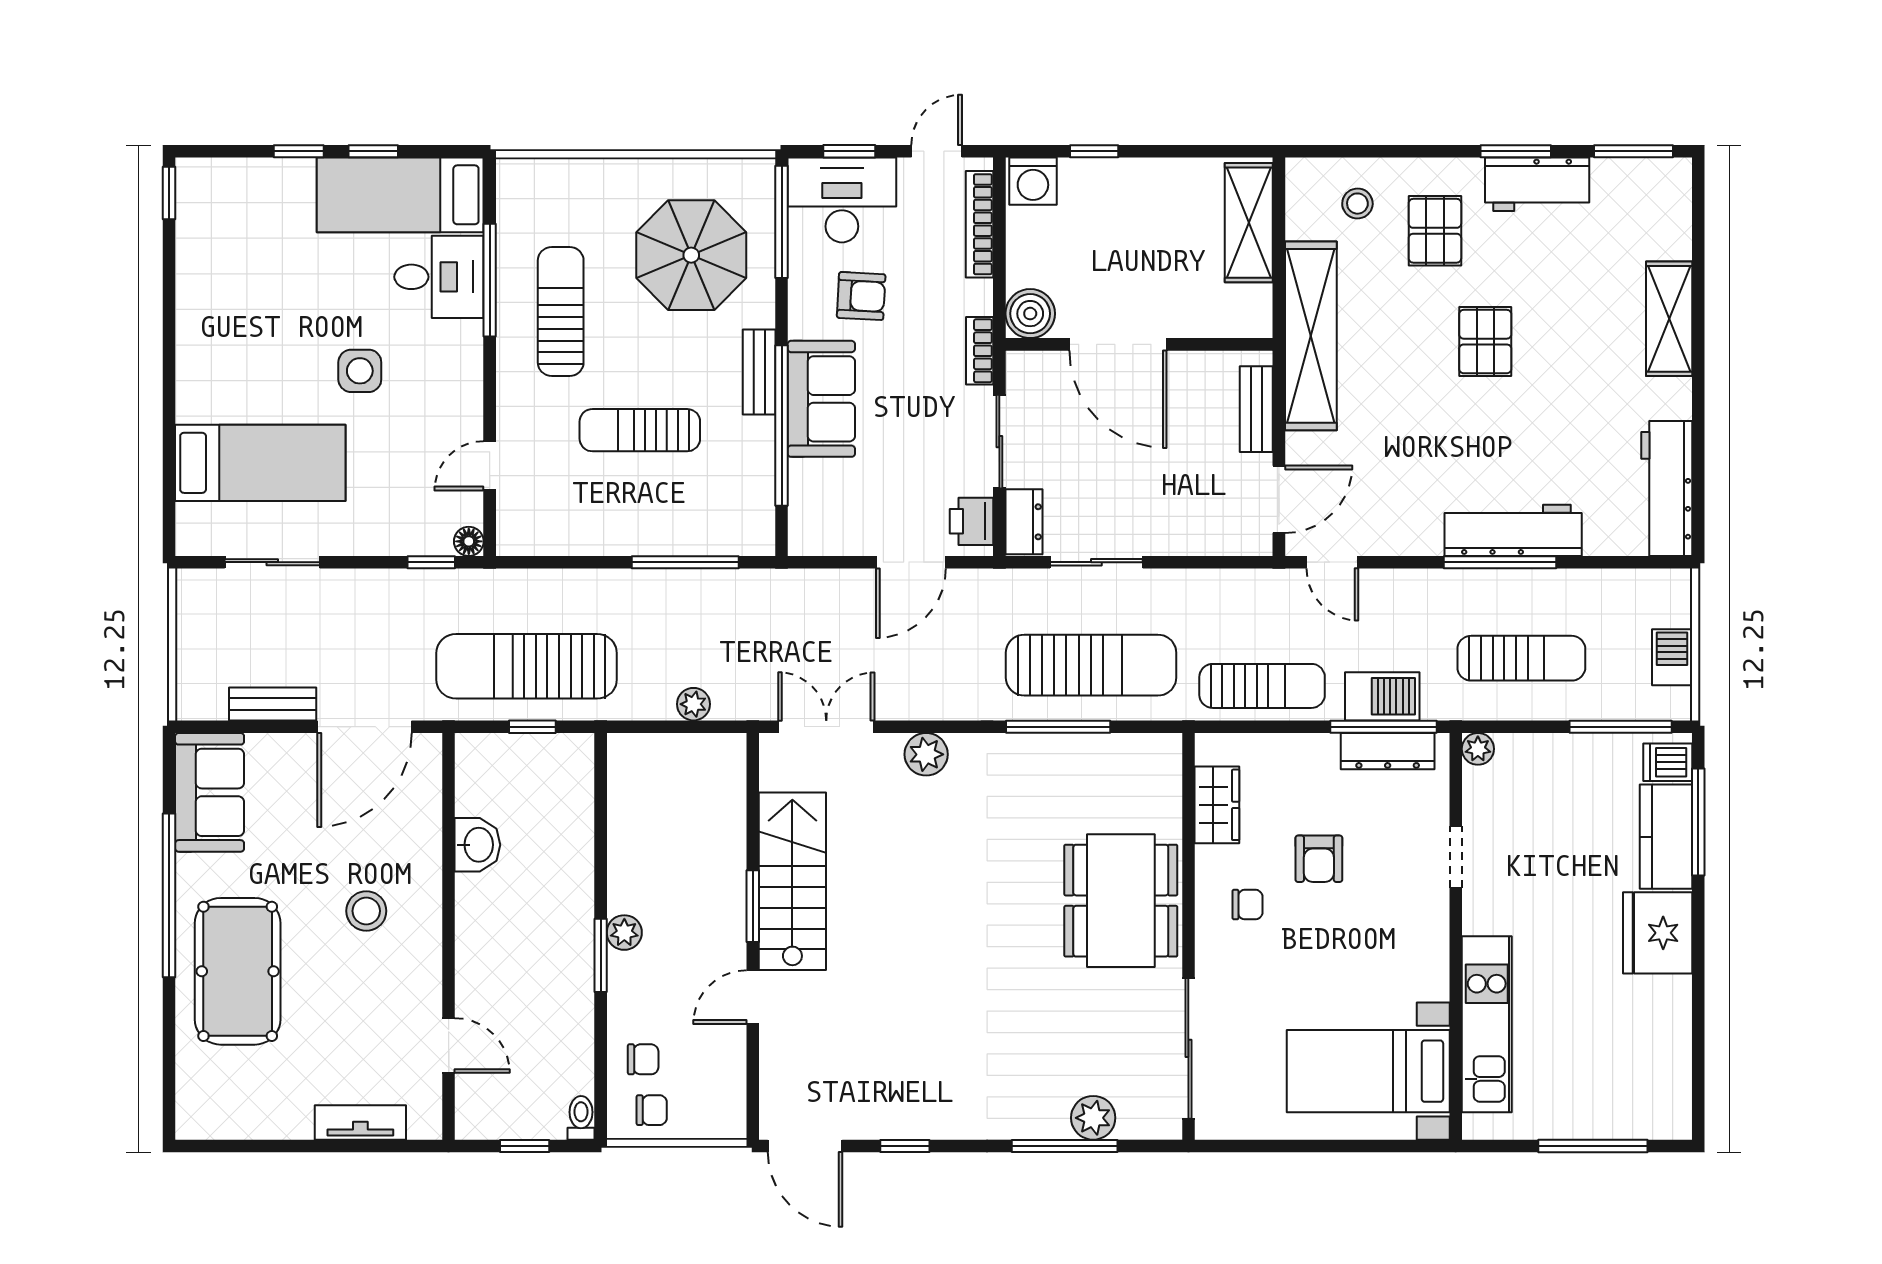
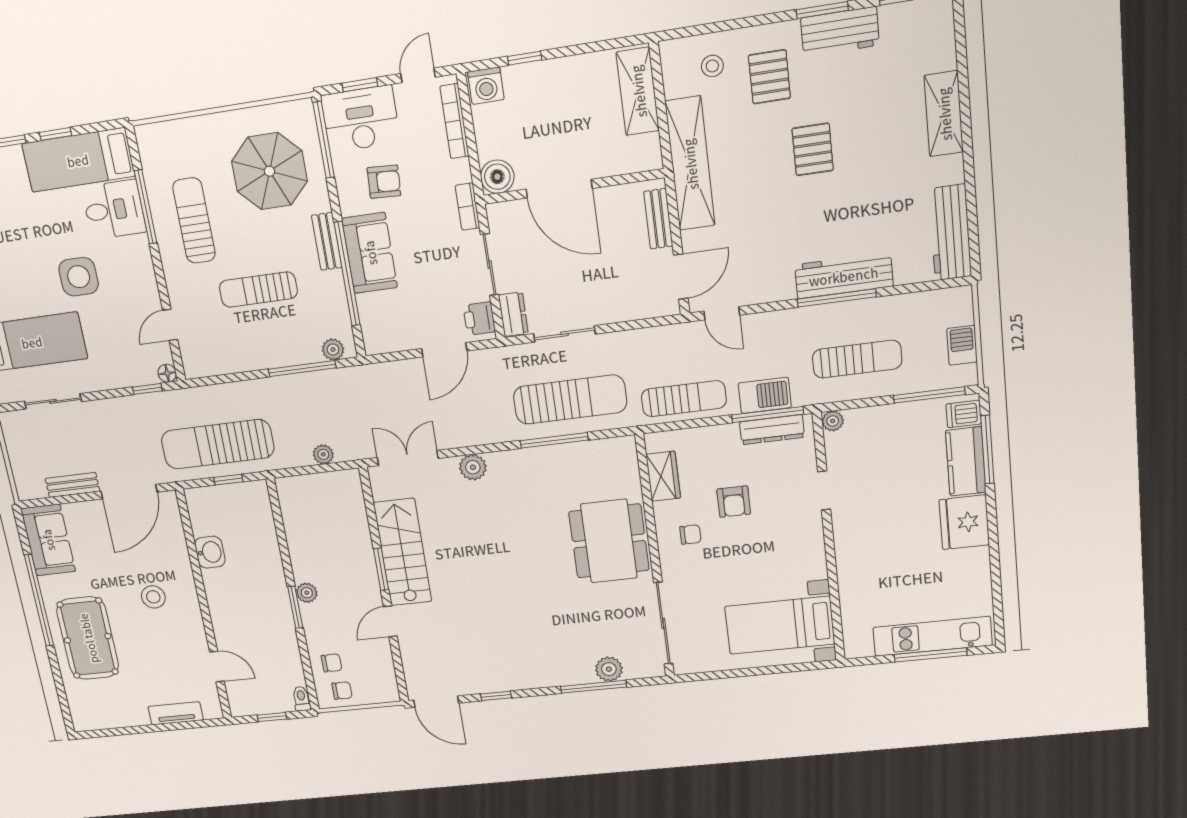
side table: (360, 371) -> (79, 277), width x1.37, depth x1.37
plant: (739, 539) -> (333, 349), added
kitchen unit: (1487, 1024) -> (932, 636), moved, turned -90

